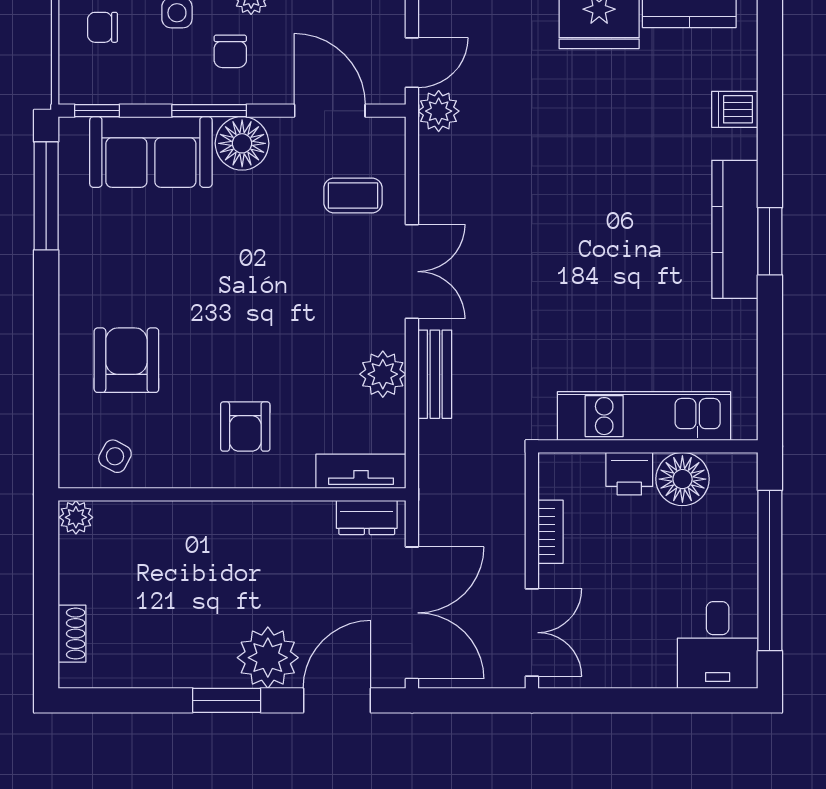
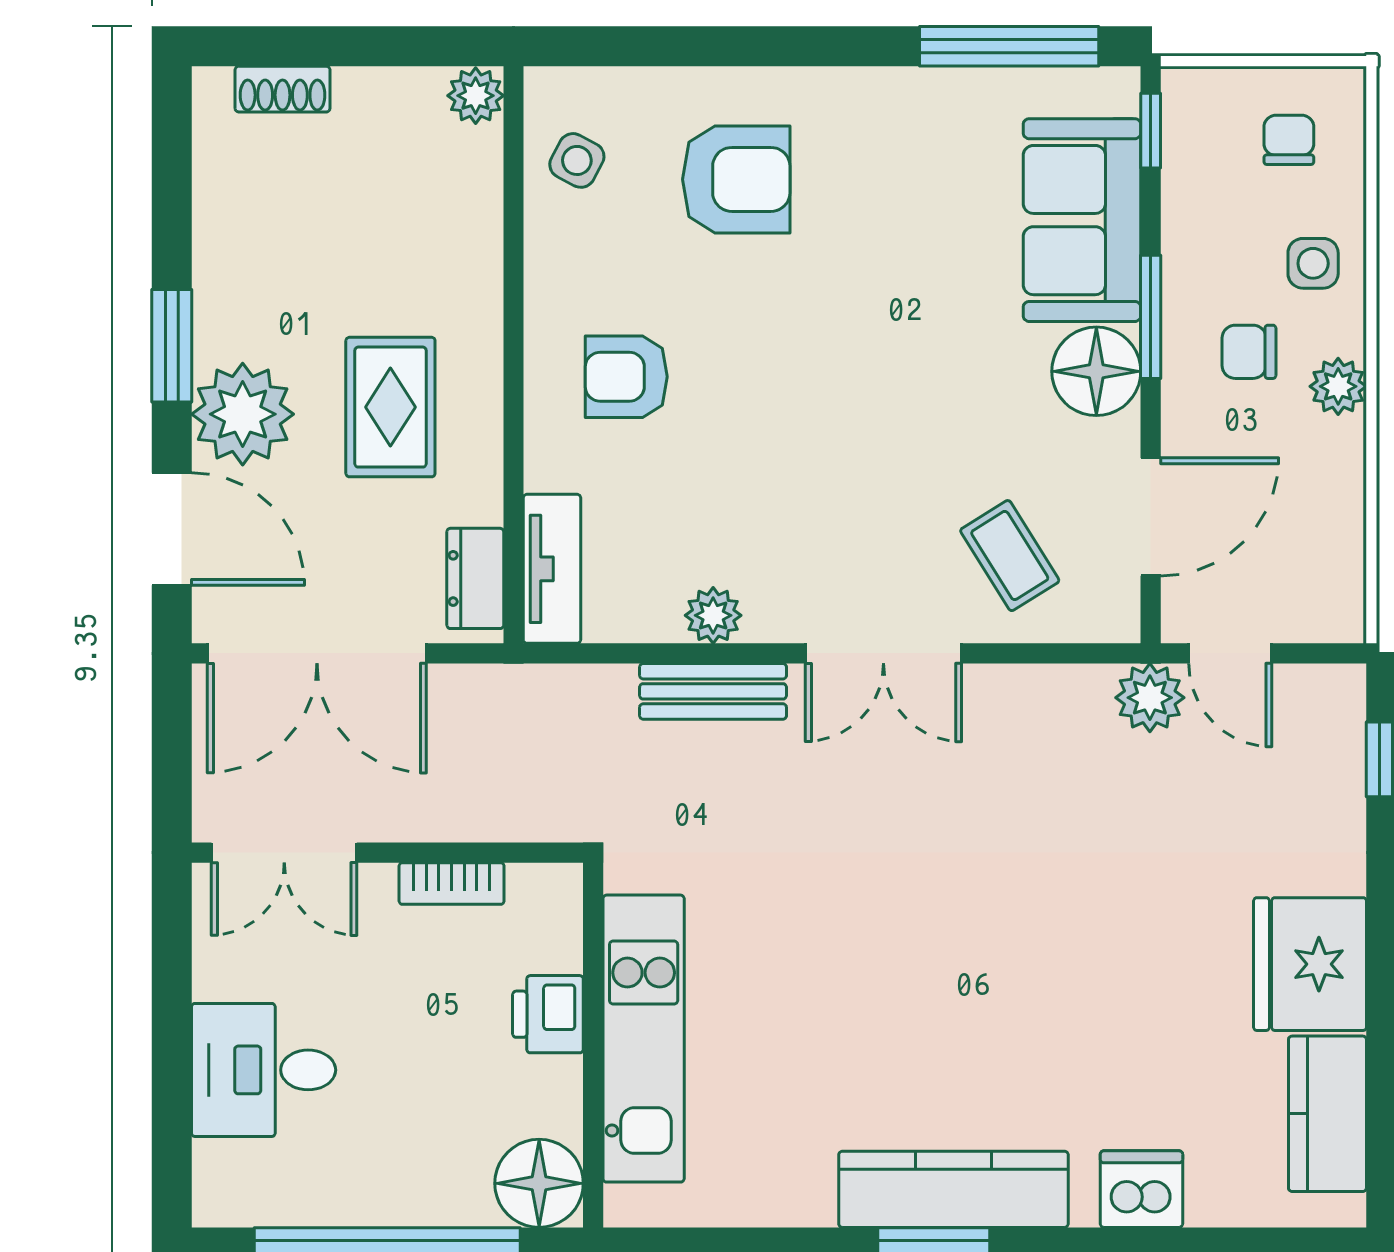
dishwasher: (735, 109) -> (1141, 1189), width x1.38
coffee table: (353, 195) -> (1010, 556), turned -32
plant: (383, 374) -> (713, 615), width x0.73, depth x0.73
floor lamp: (682, 479) -> (539, 1183), moved
rug: (264, 569) -> (390, 407), added
desk: (718, 645) -> (264, 1070), moved

